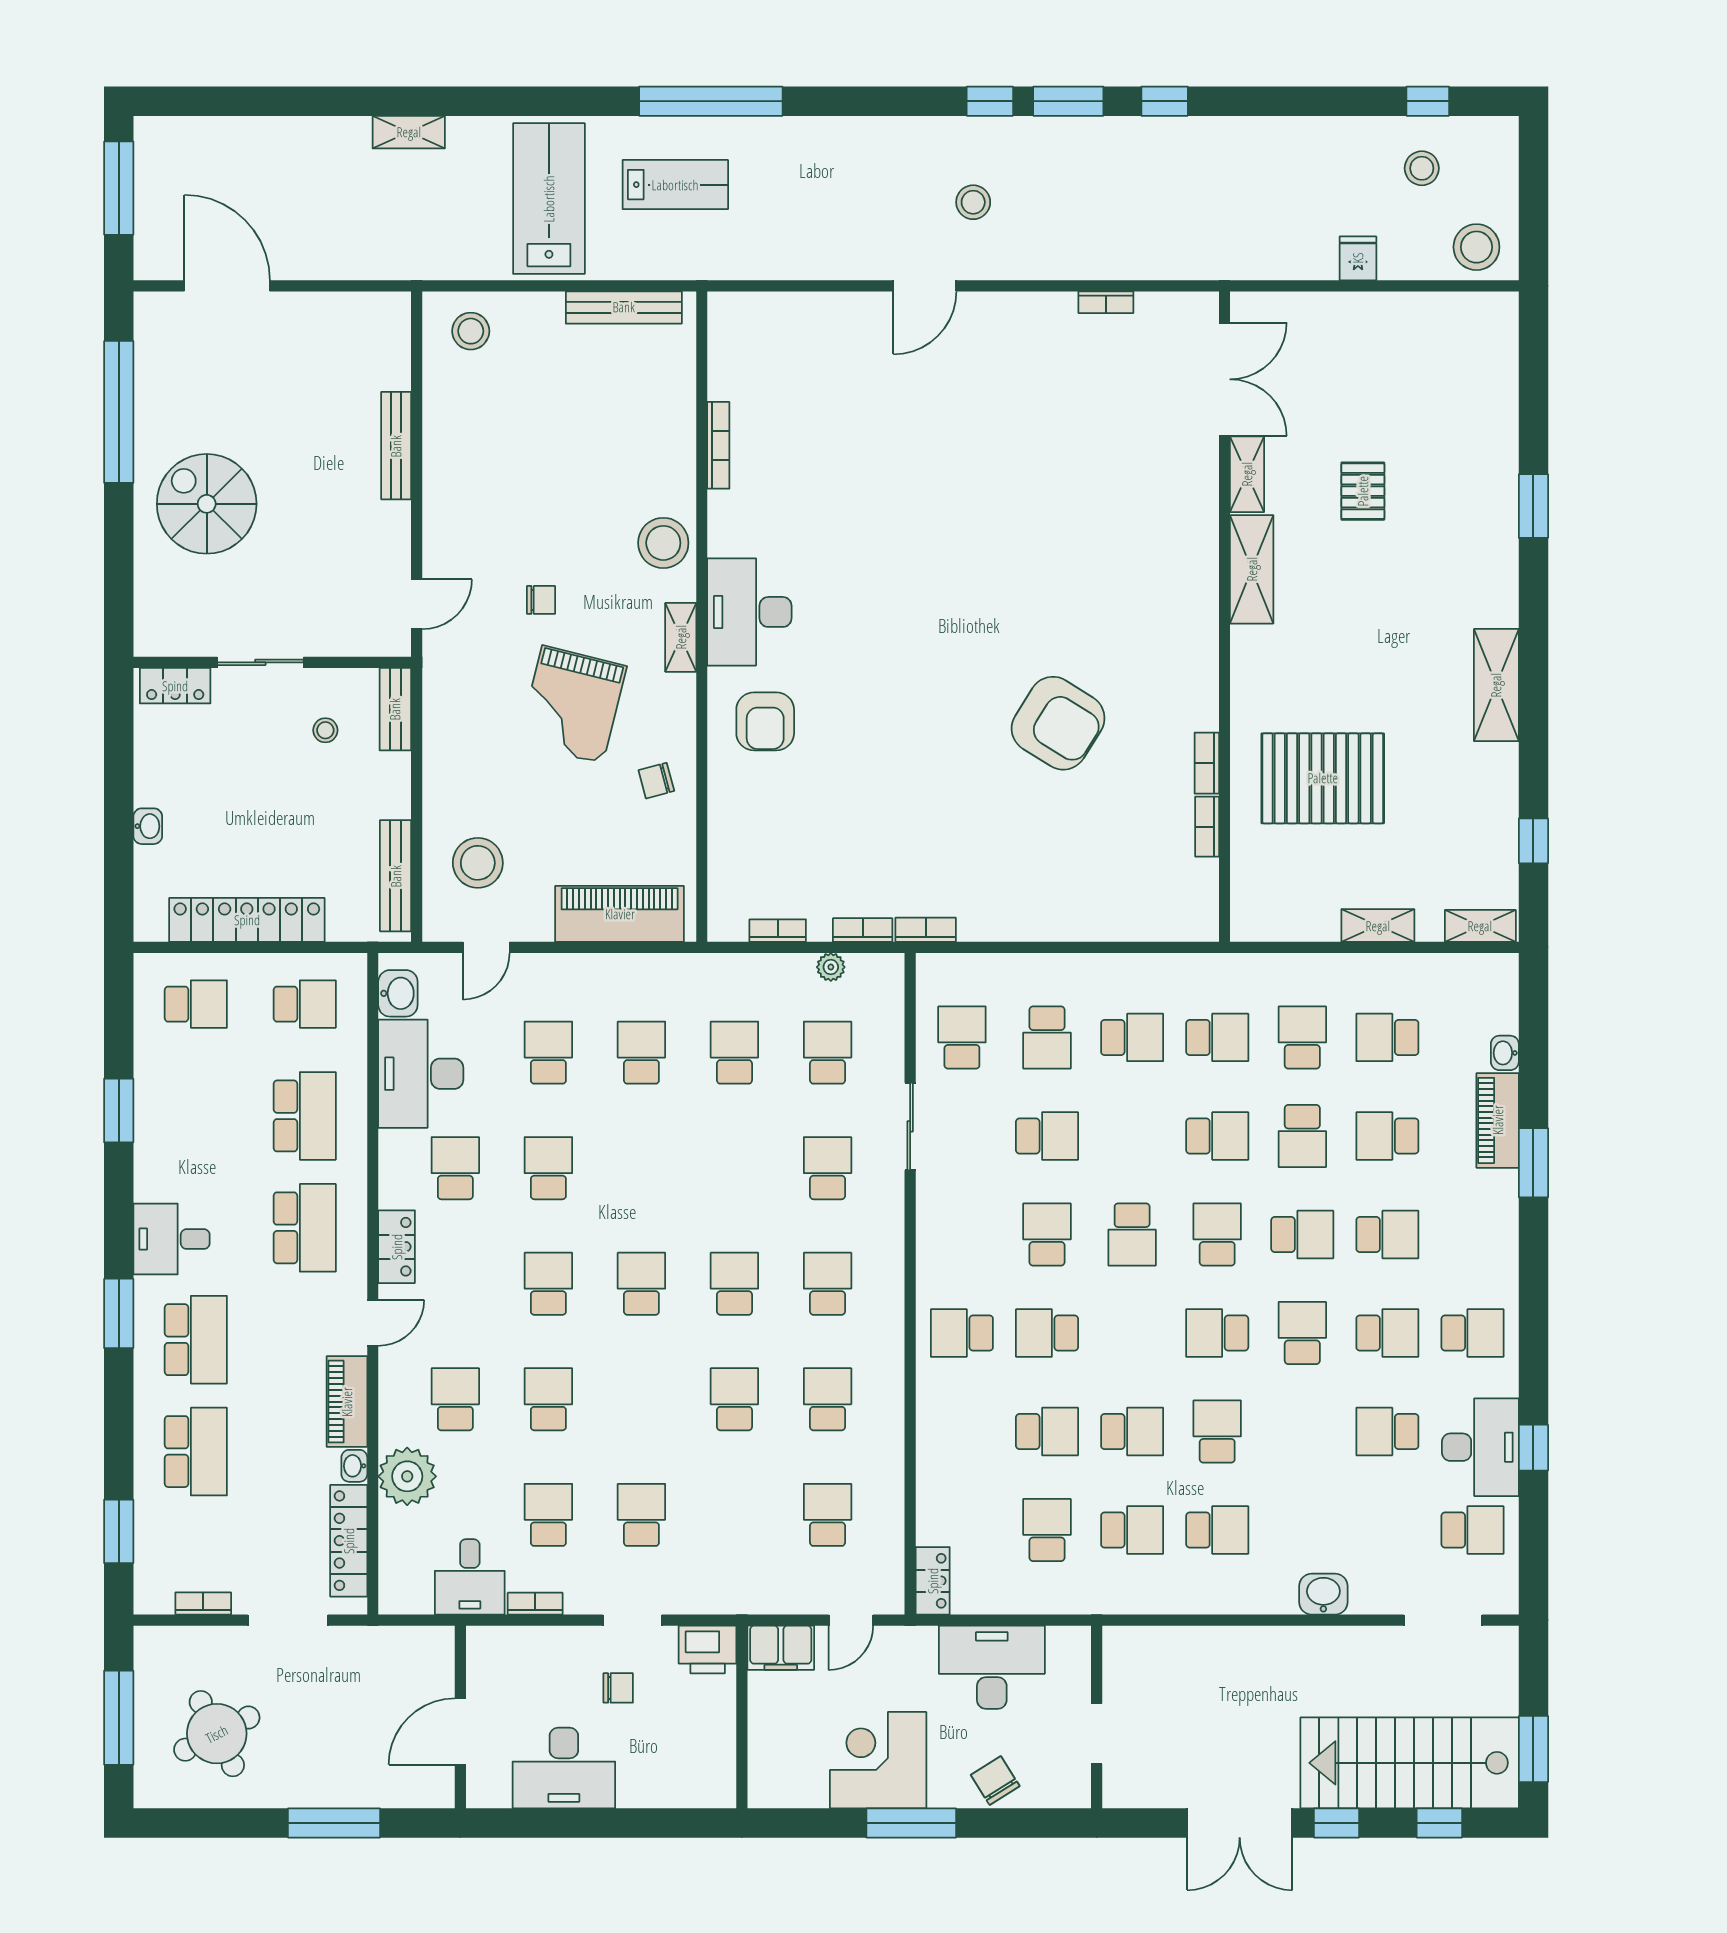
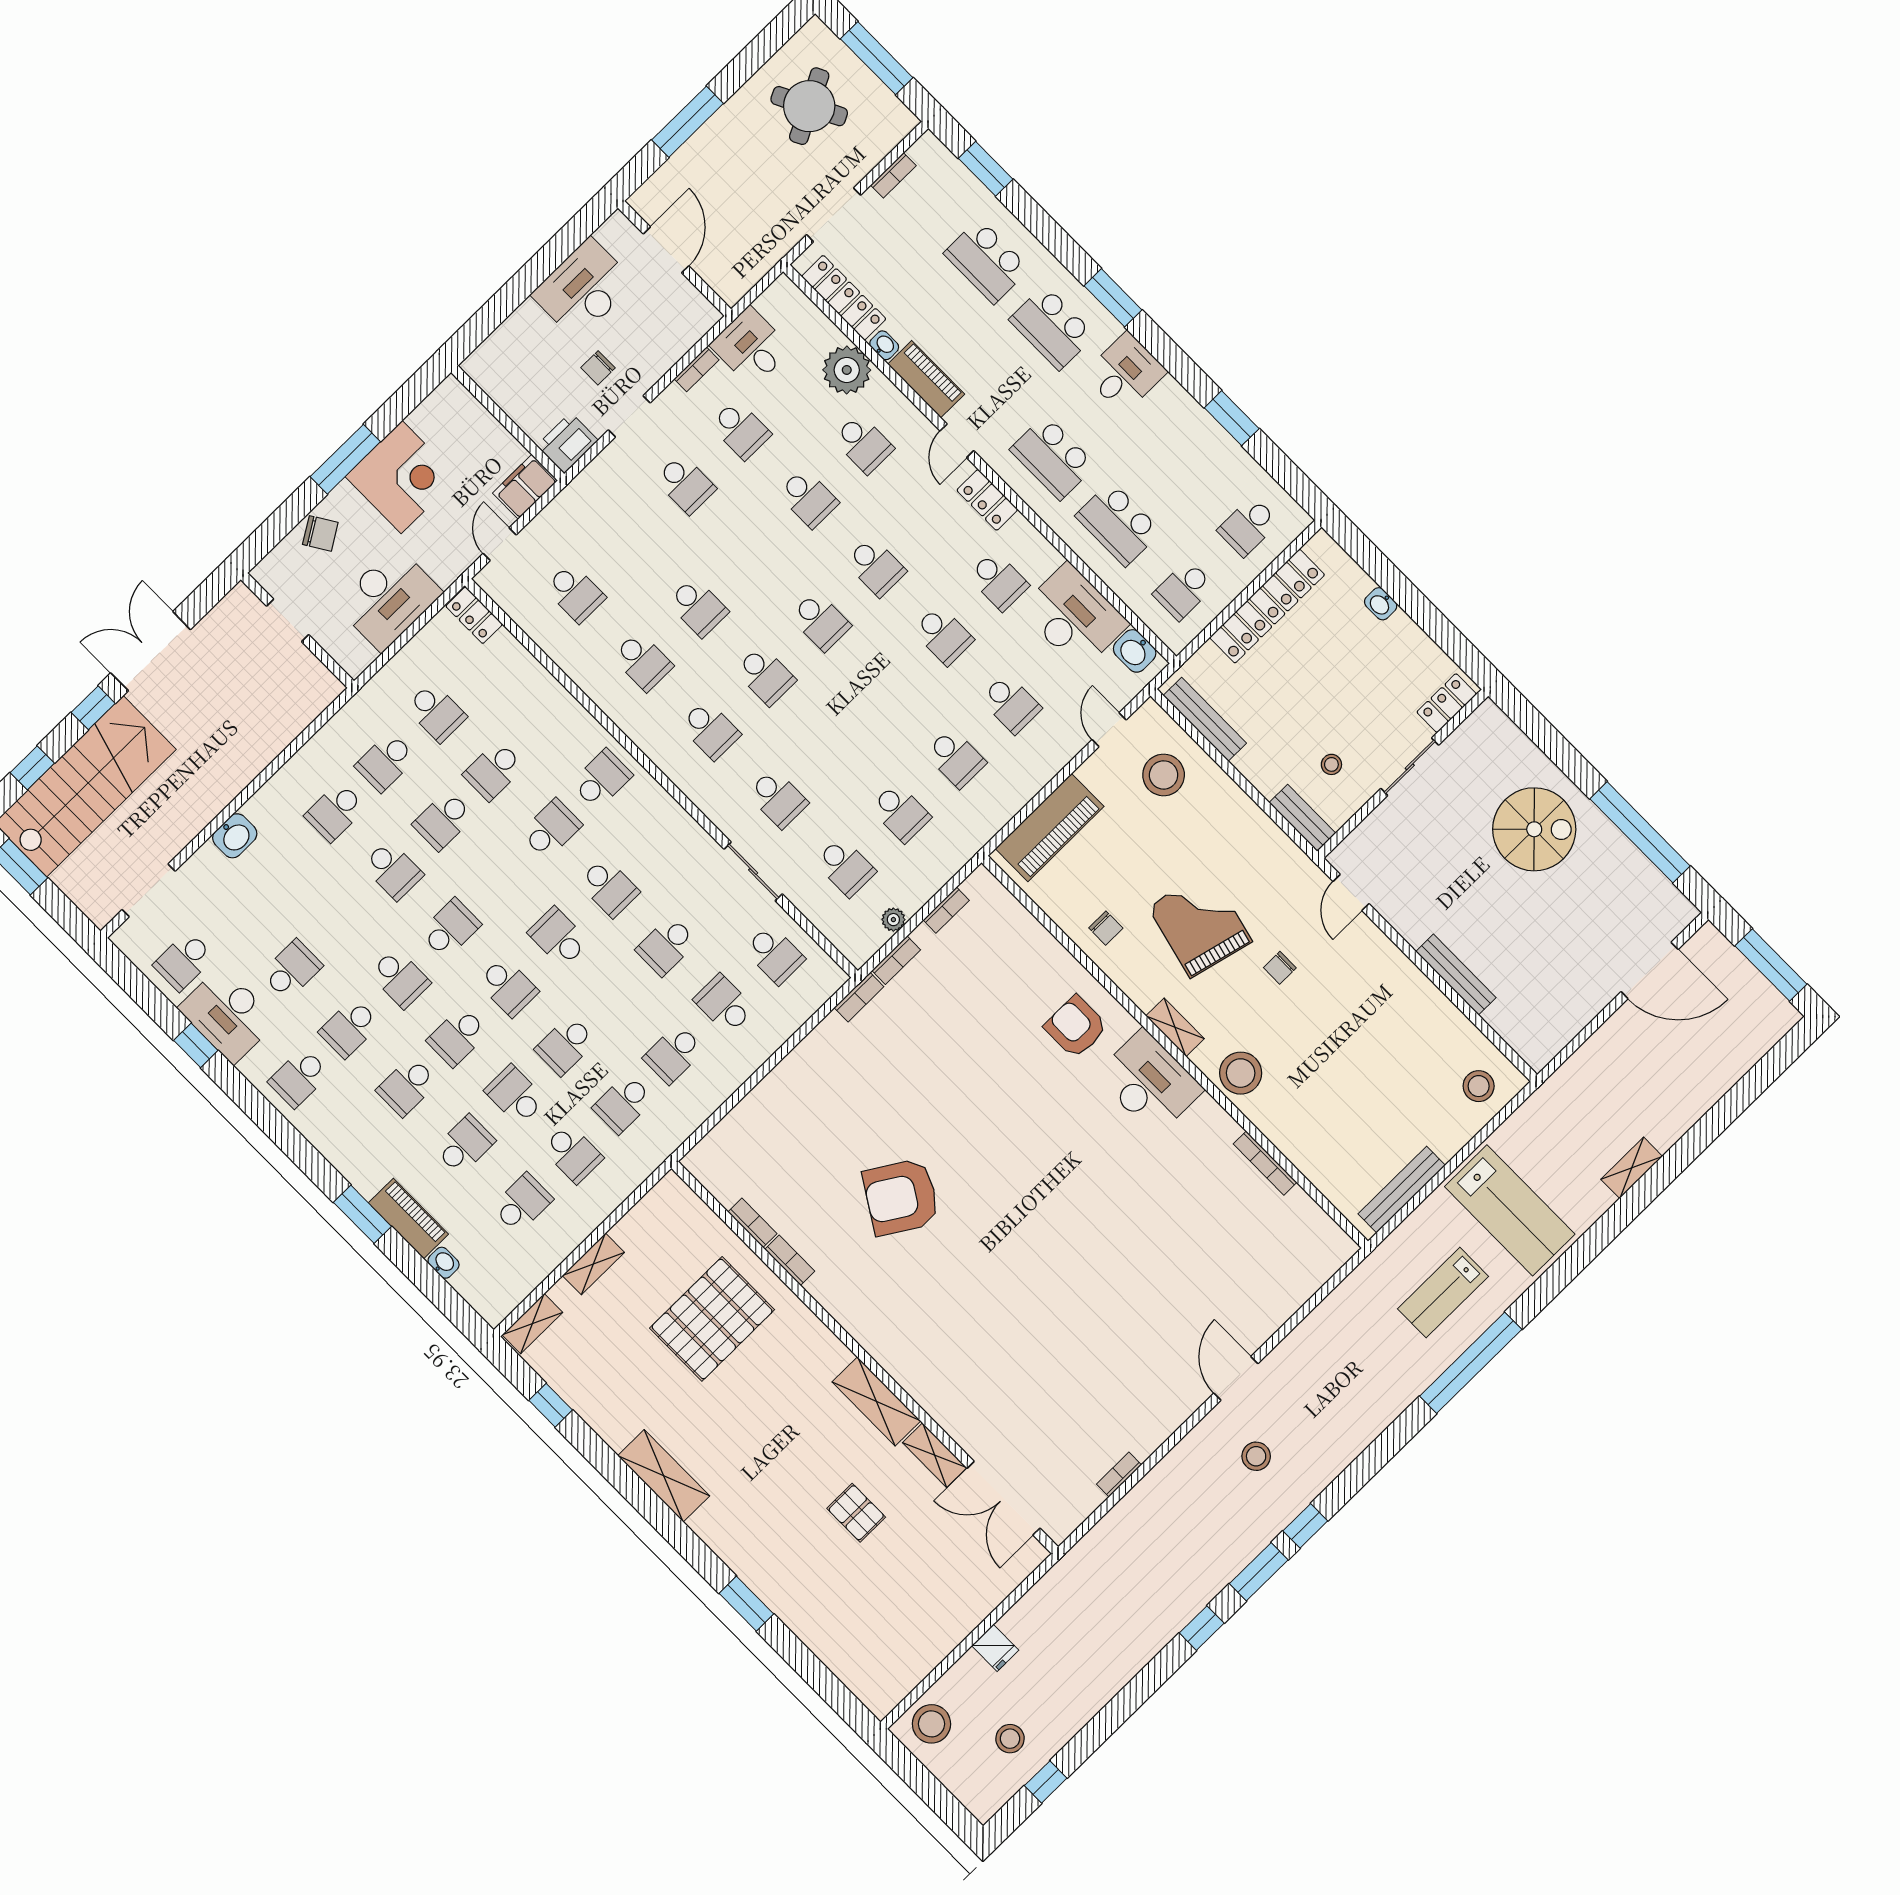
chair: (656, 781) -> (1106, 928), turned 105

